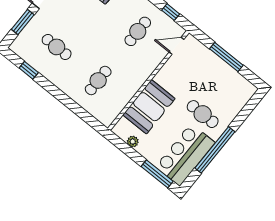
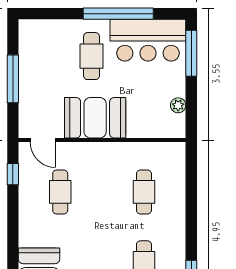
cafe table: (138, 31) -> (60, 192), turned 90
cafe table: (98, 80) -> (144, 192), turned 90
booth: (149, 107) -> (95, 118), moved

